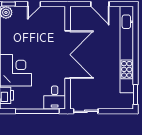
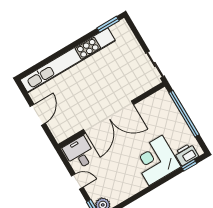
double door: (68, 55) -> (108, 117), swing flipped
desk: (55, 97) -> (79, 153), moved, turned -90

